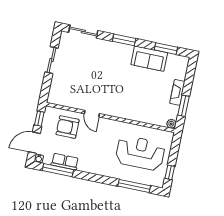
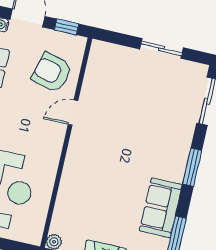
armchair: (68, 127) -> (52, 73), turned -75

